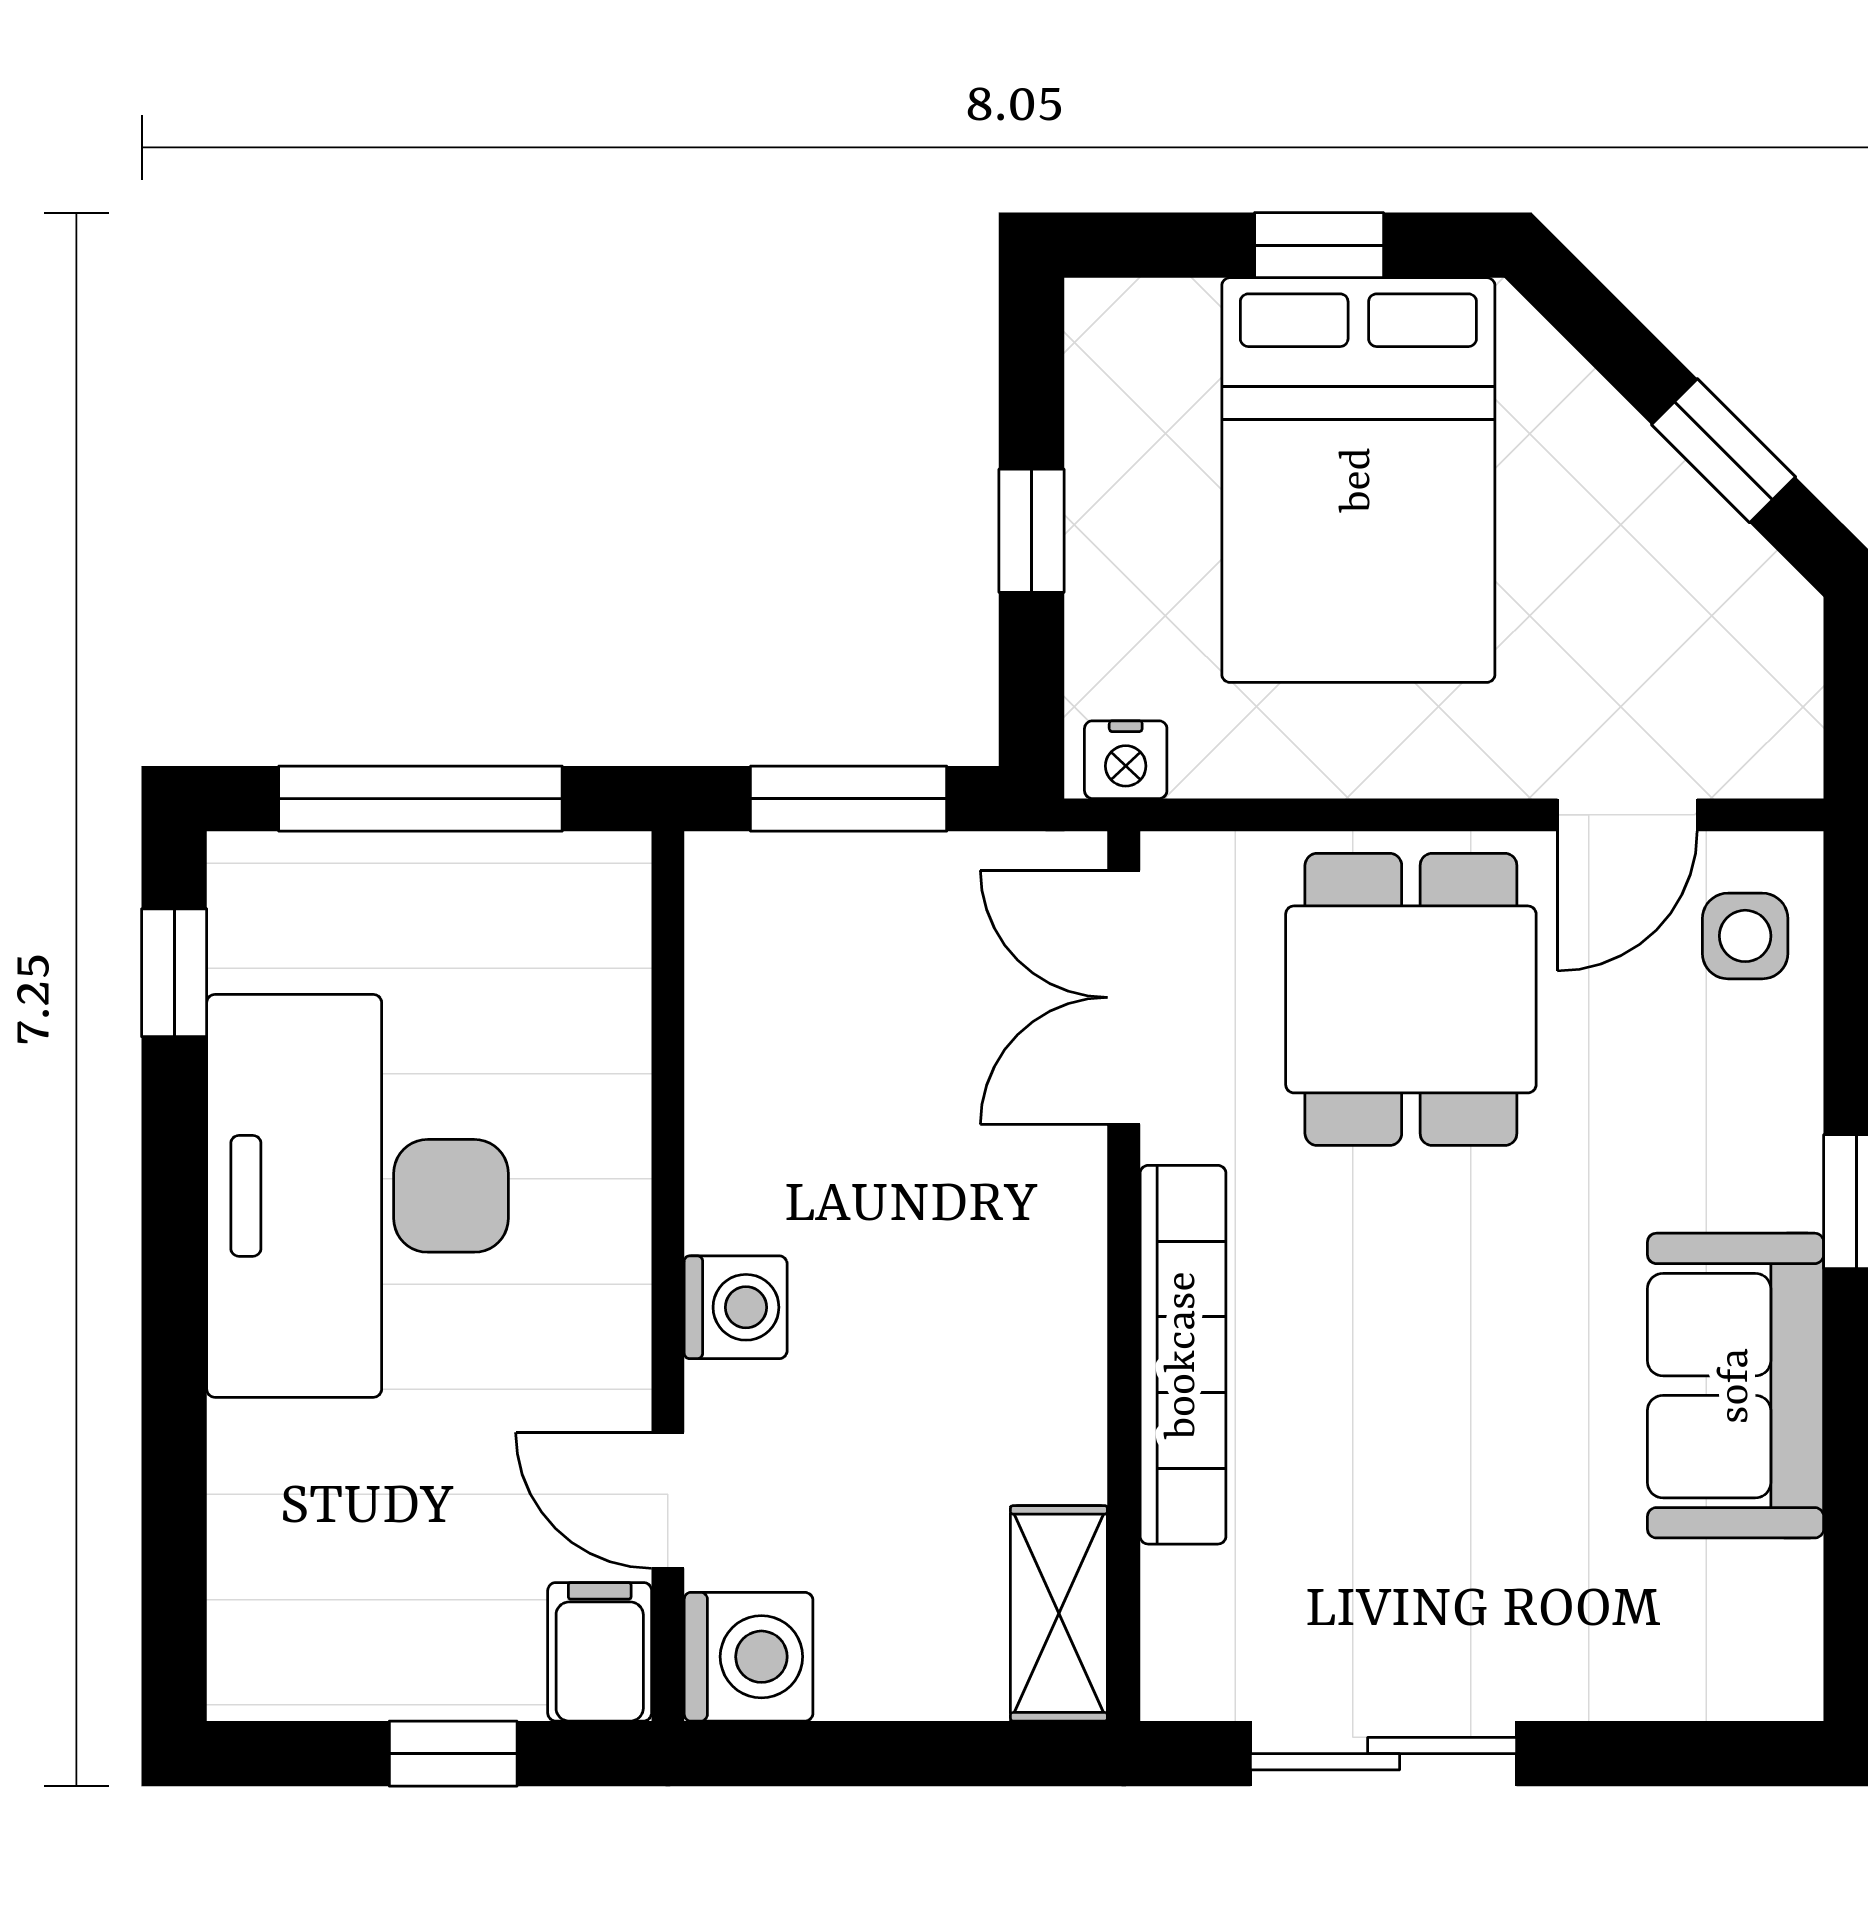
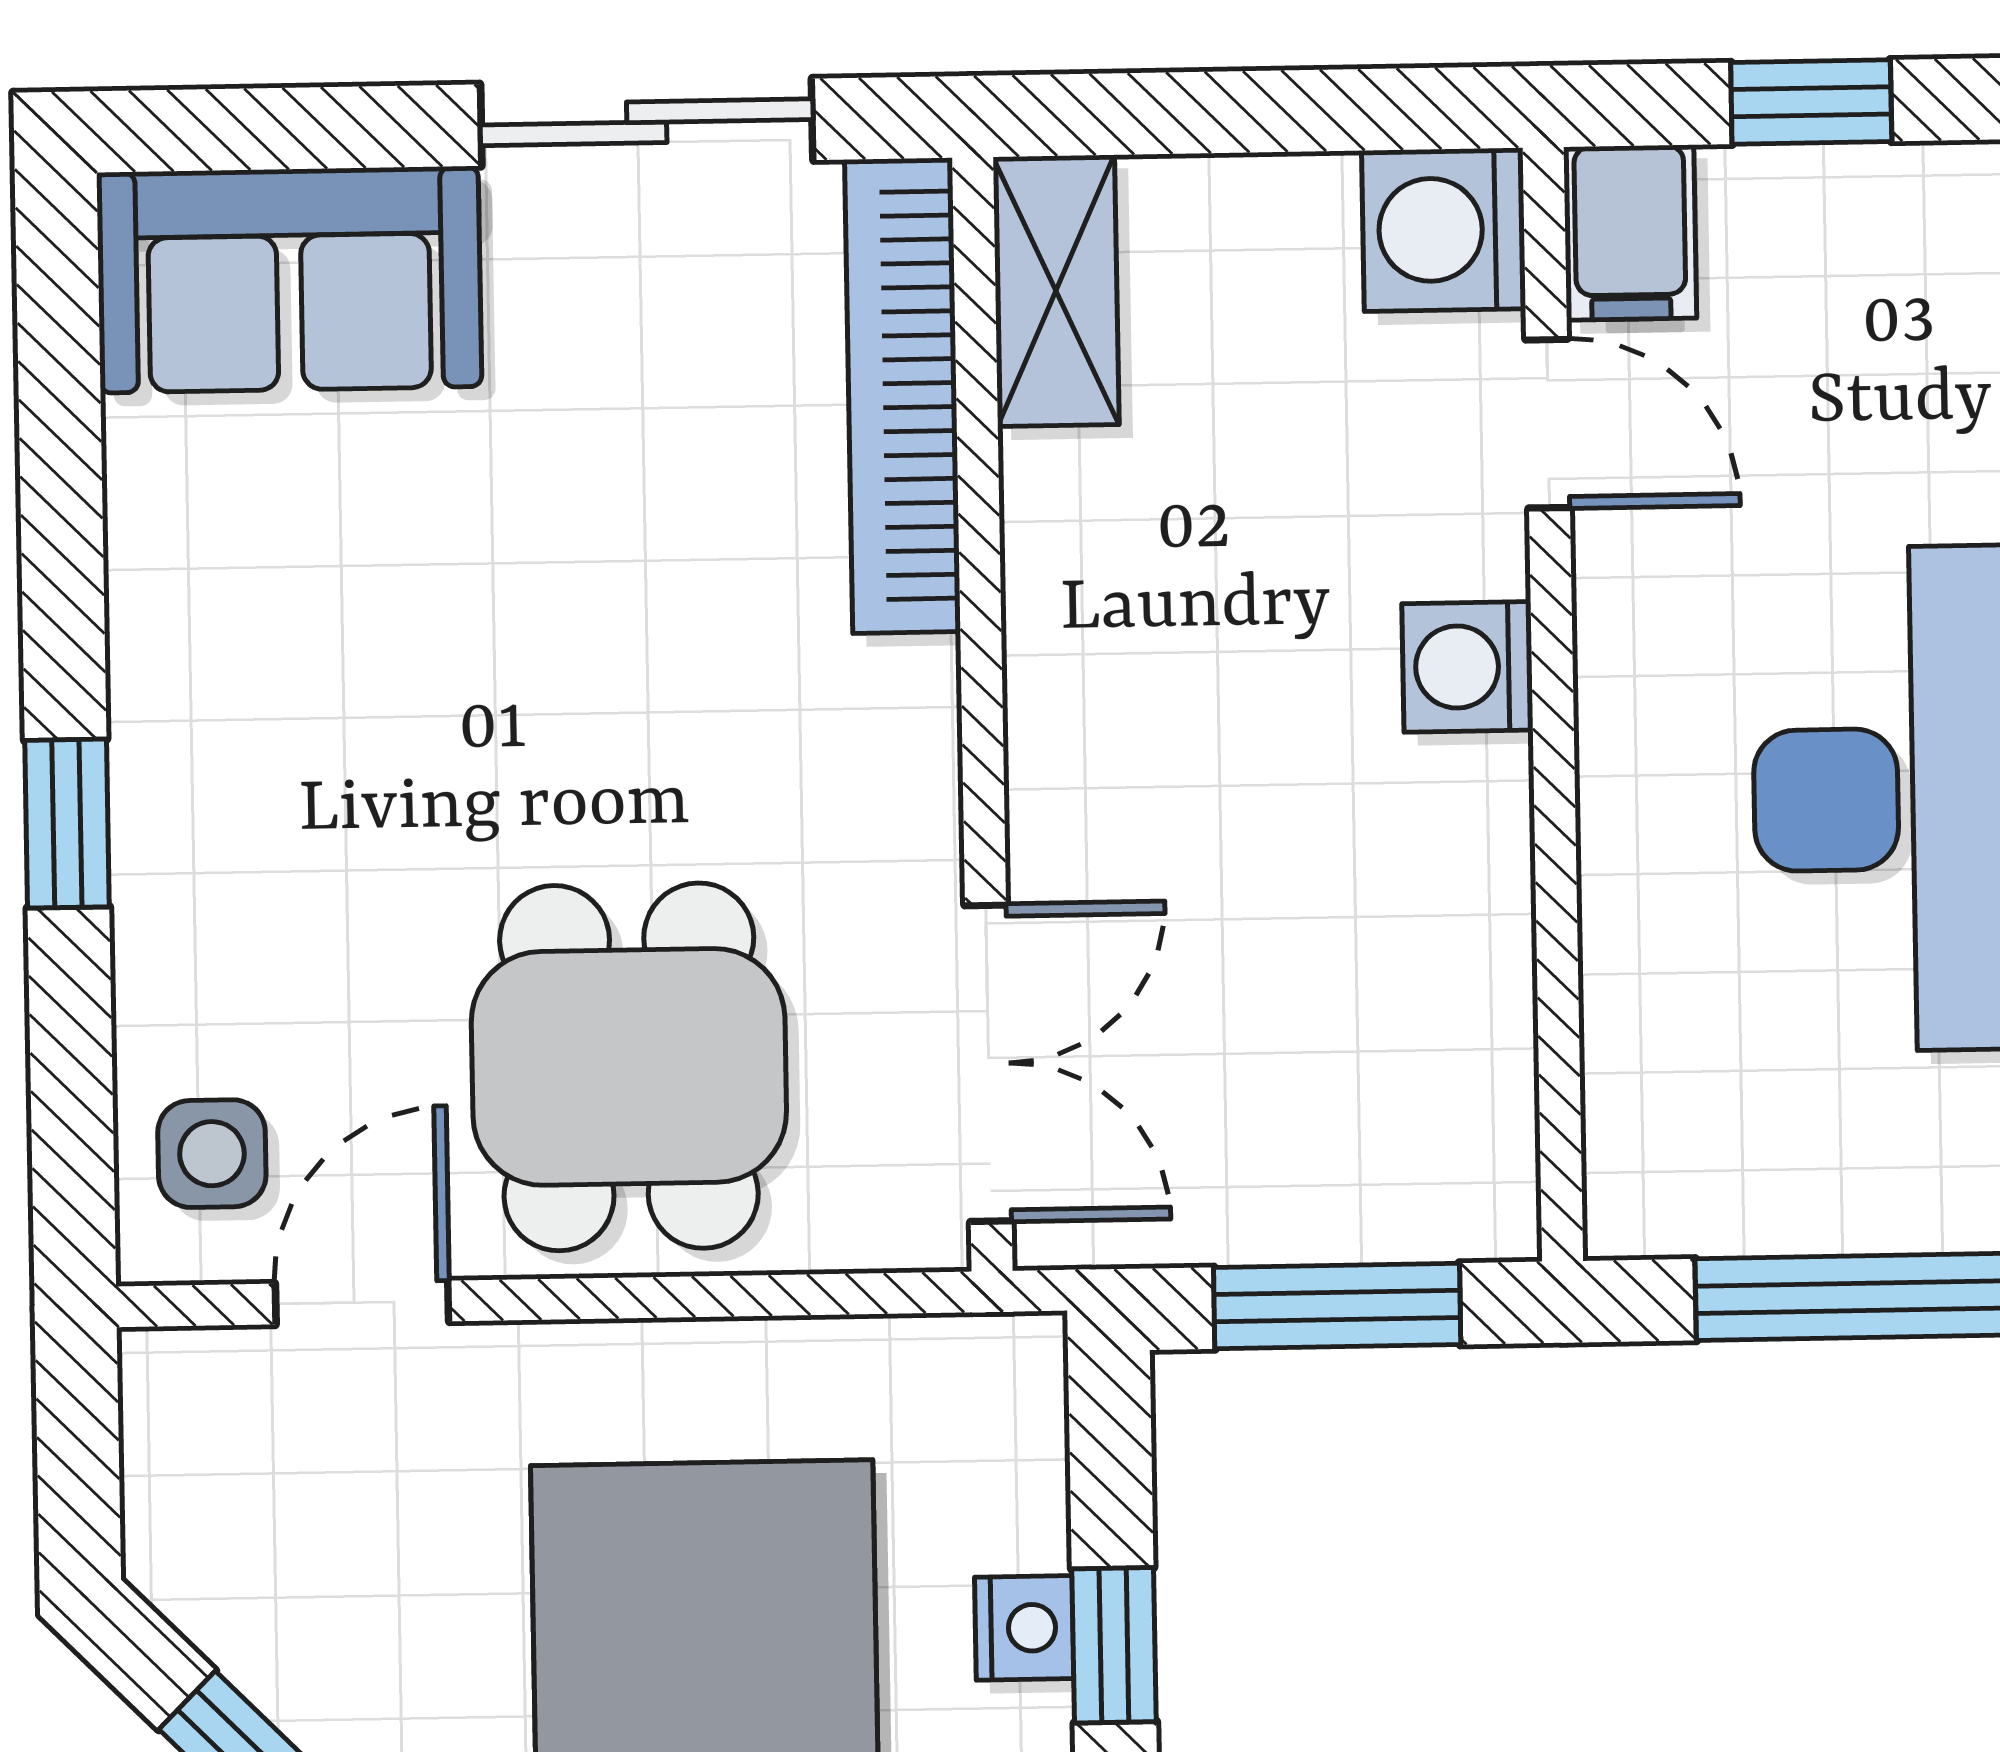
nightstand: (1126, 760) -> (1024, 1628), moved, turned 90
bookcase: (1183, 1355) -> (903, 396), moved
sofa: (1736, 1386) -> (289, 280), moved, turned 90

